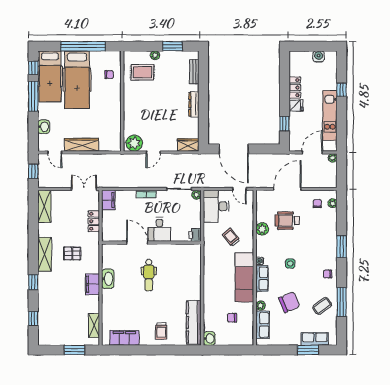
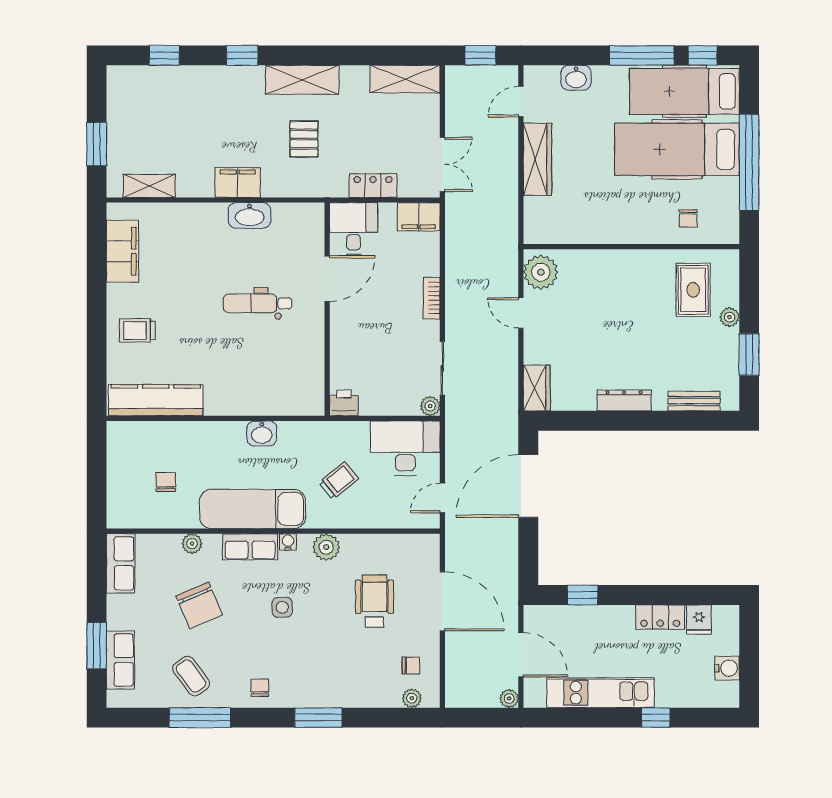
fridge: (296, 106) -> (699, 620), moved
desk: (159, 229) -> (354, 228), moved, turned 90
plant: (262, 229) -> (326, 547), moved
row of seats: (263, 325) -> (121, 563), moved, turned -90
washbasin: (209, 338) -> (262, 433), moved

